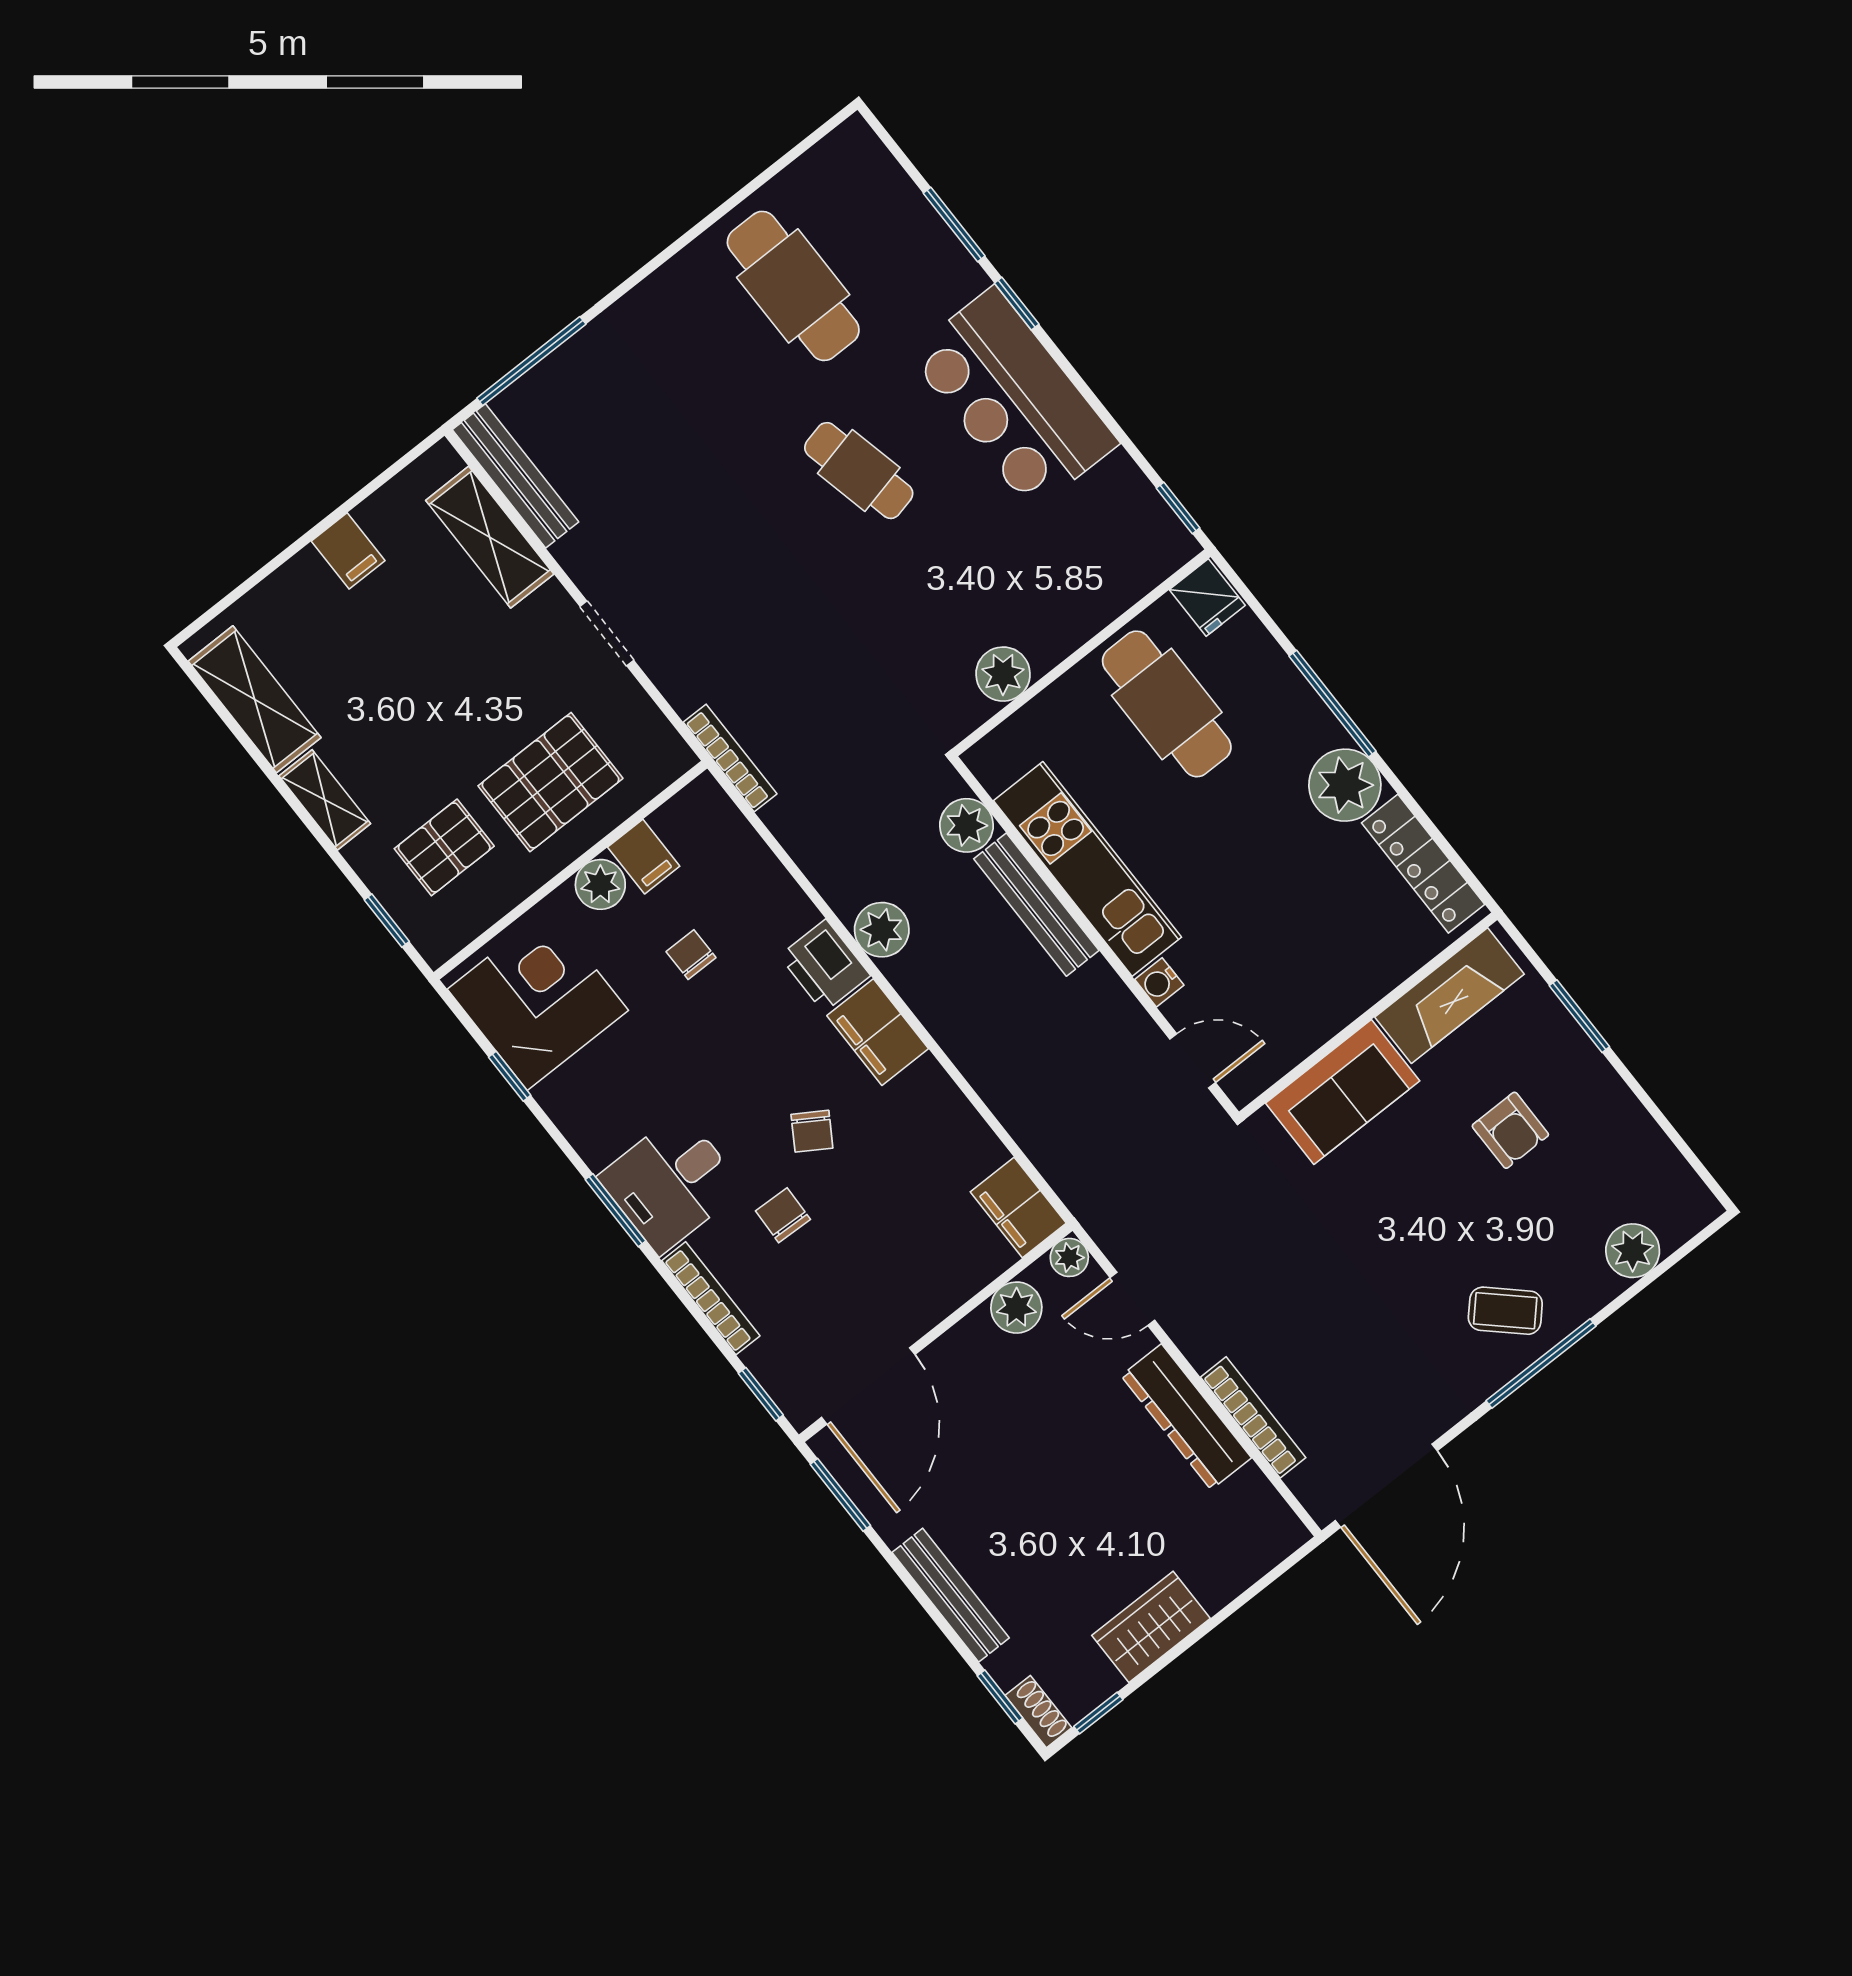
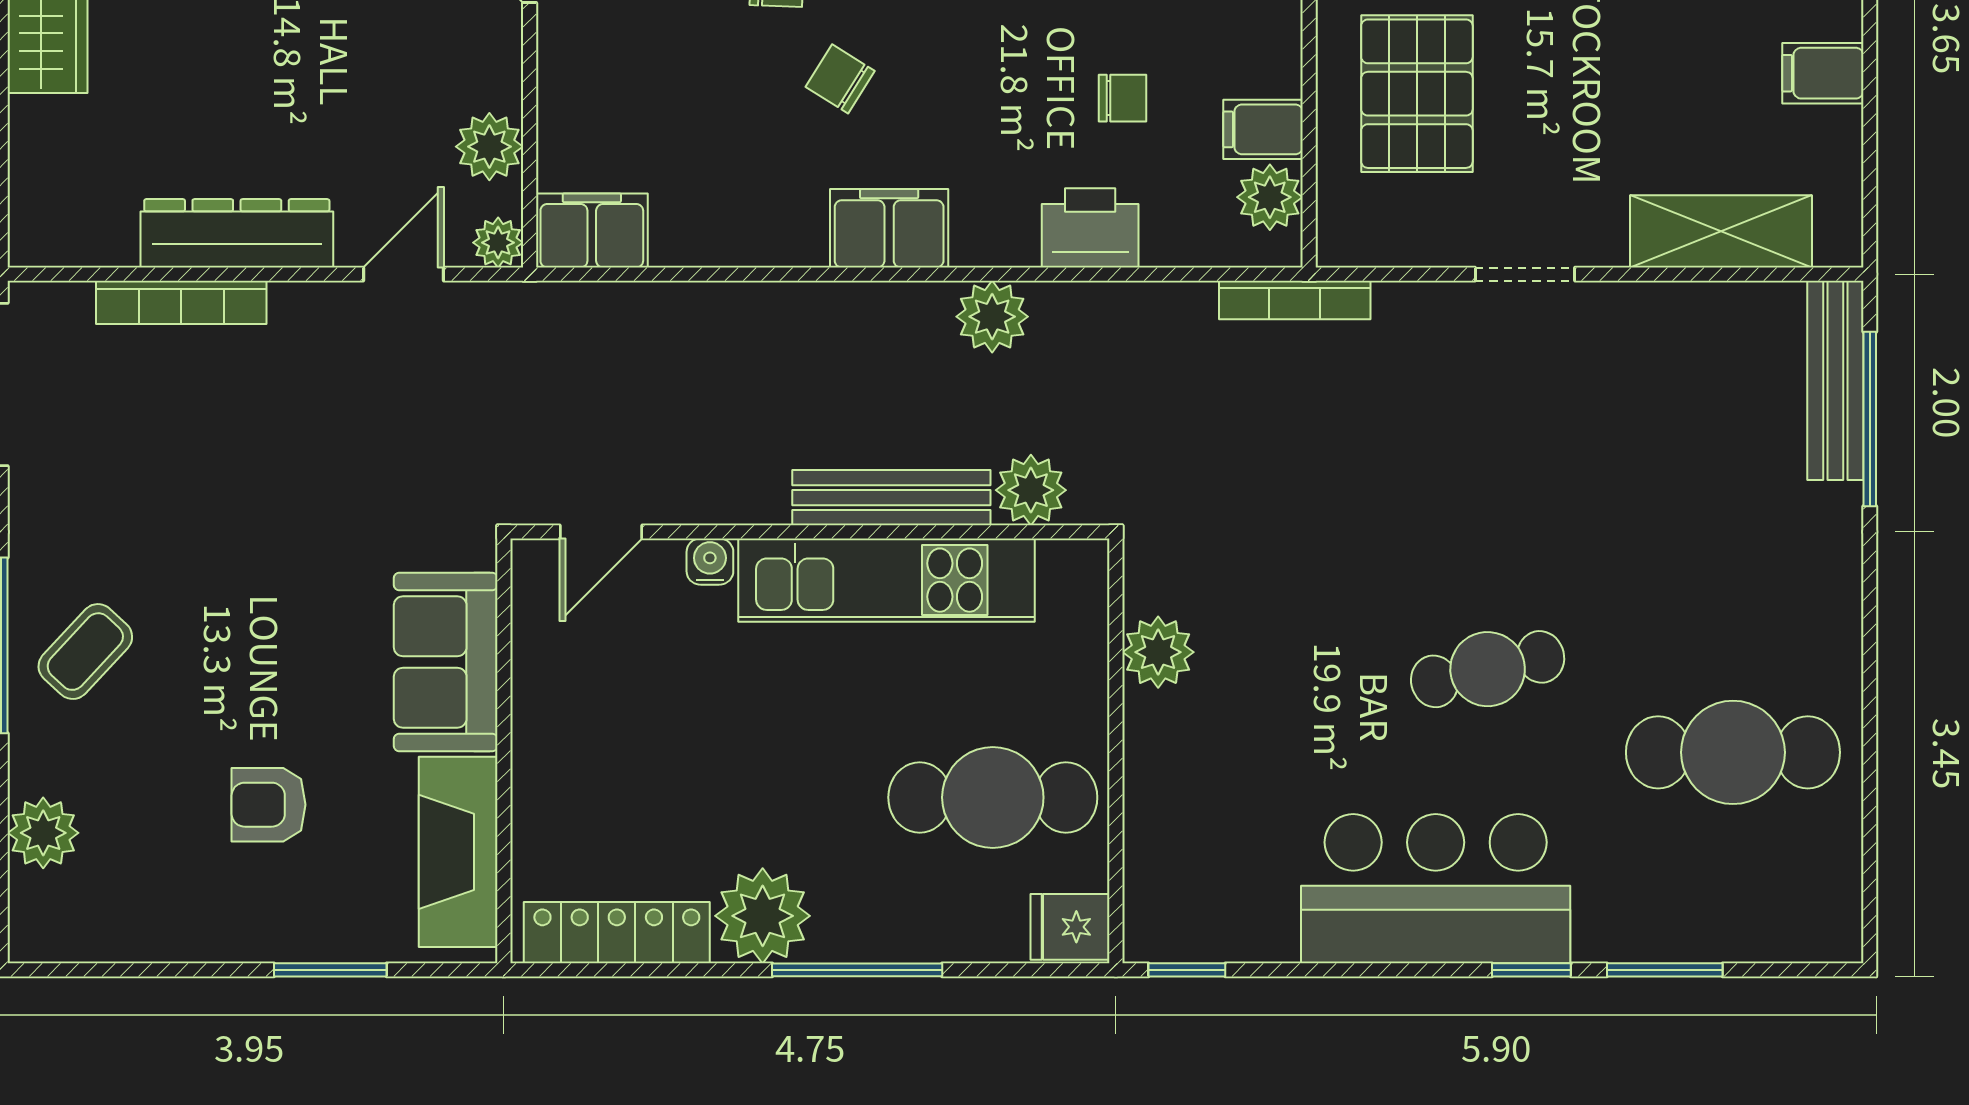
bench: (516, 476) -> (1835, 380), moved, turned 90
plant: (600, 884) -> (1270, 197), moved
printer: (825, 966) -> (1090, 228), moved

